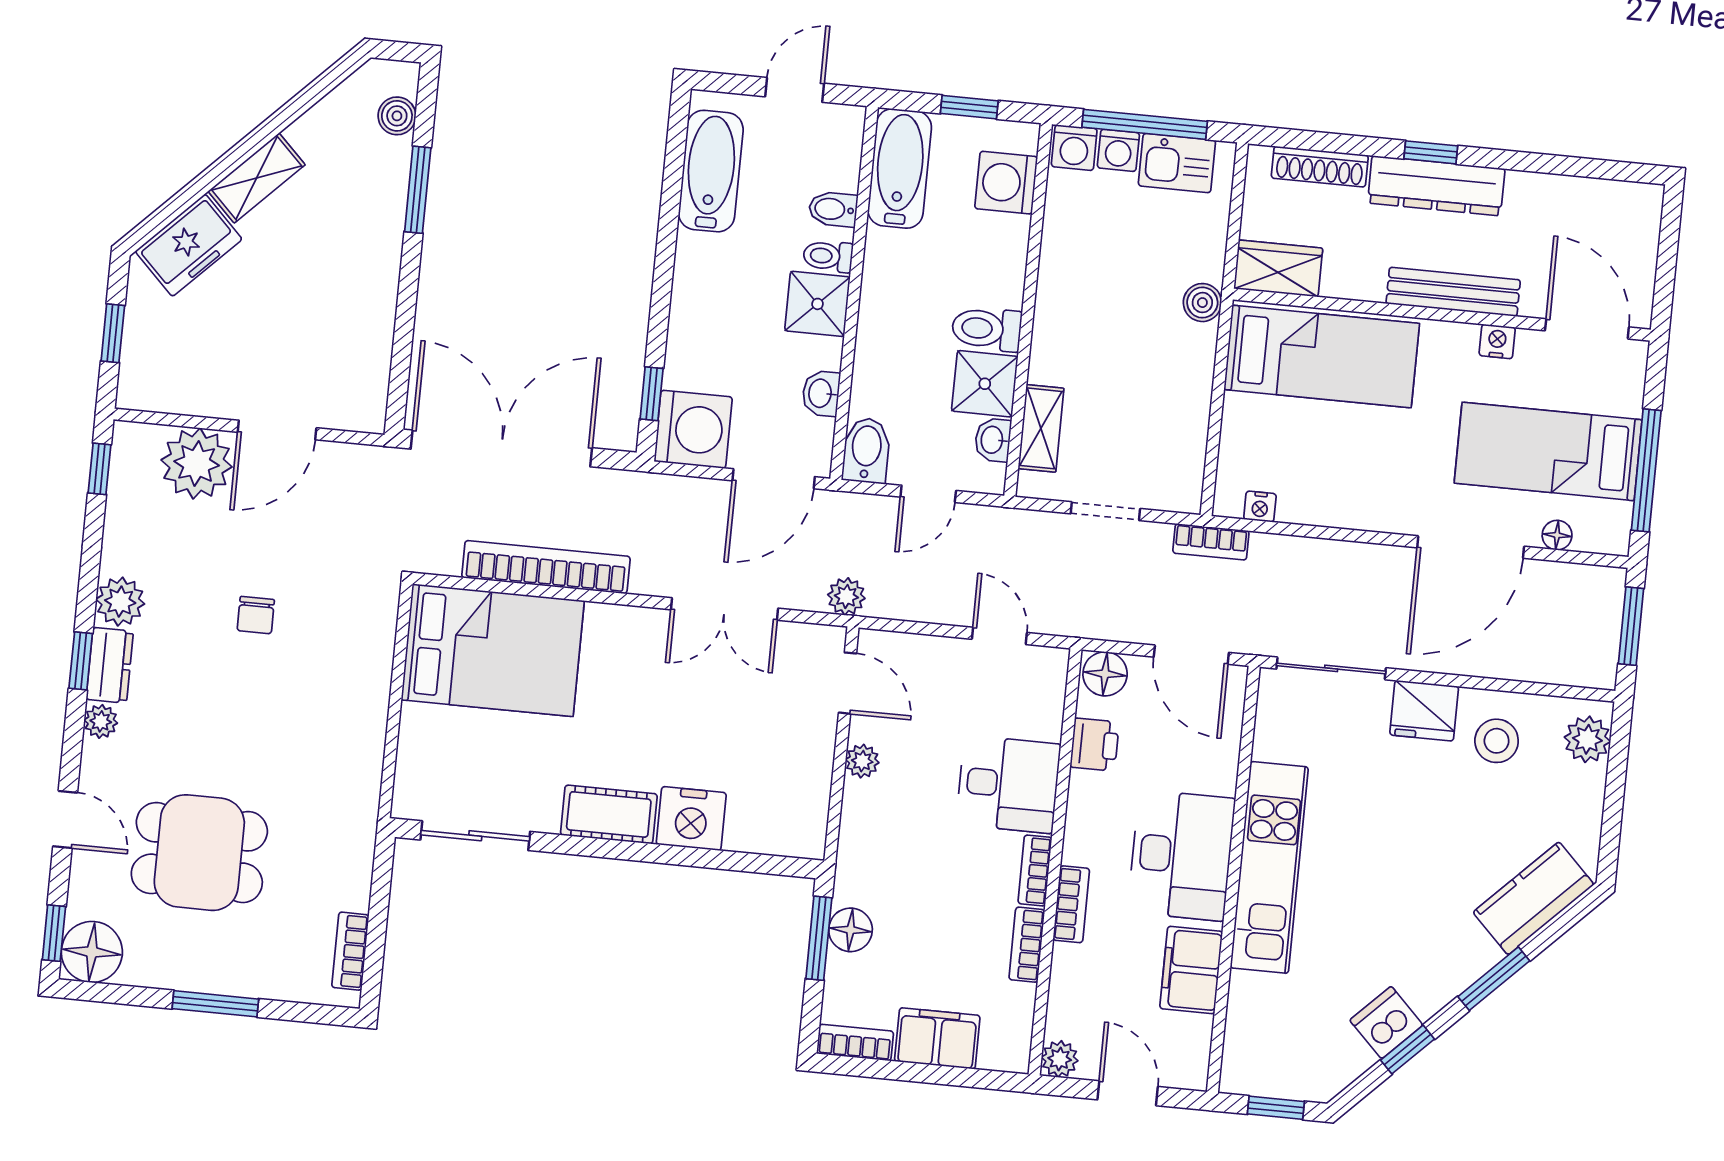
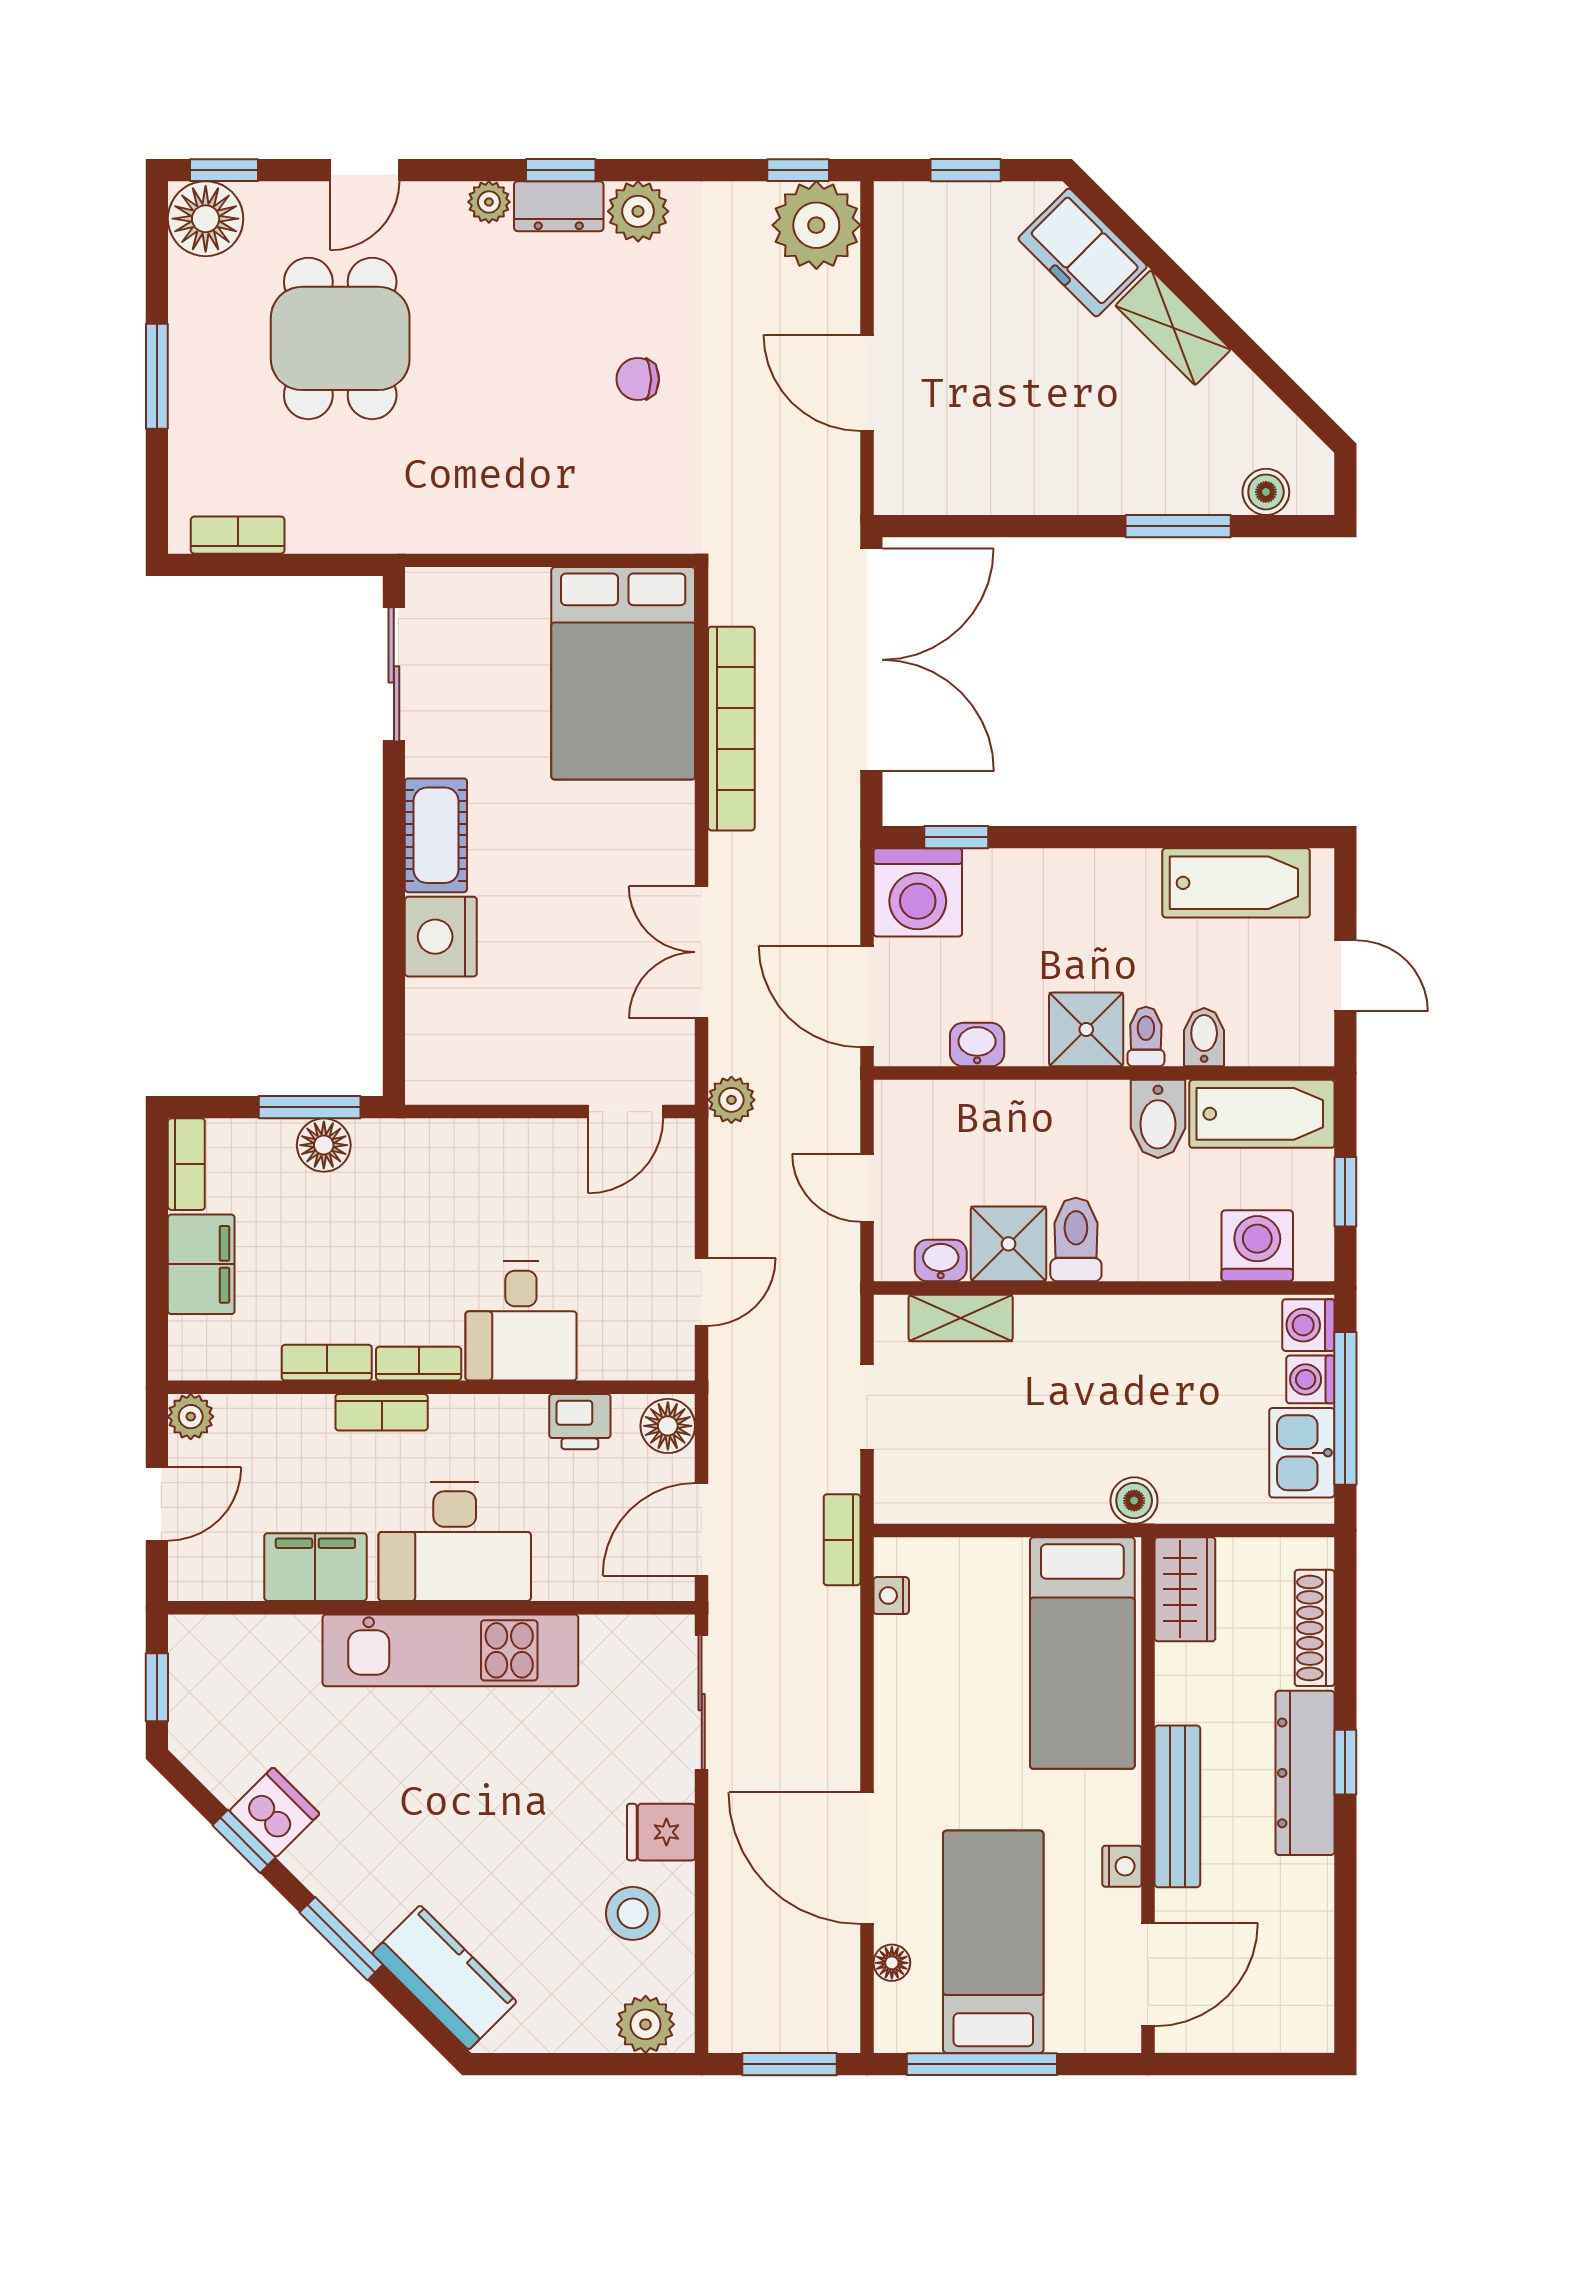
bidet: (866, 450) -> (1158, 1119), moved, turned 90
plant: (197, 463) -> (816, 225), moved
fridge: (1424, 711) -> (661, 1832), width x0.72
plant: (862, 761) -> (532, 1139), removed

